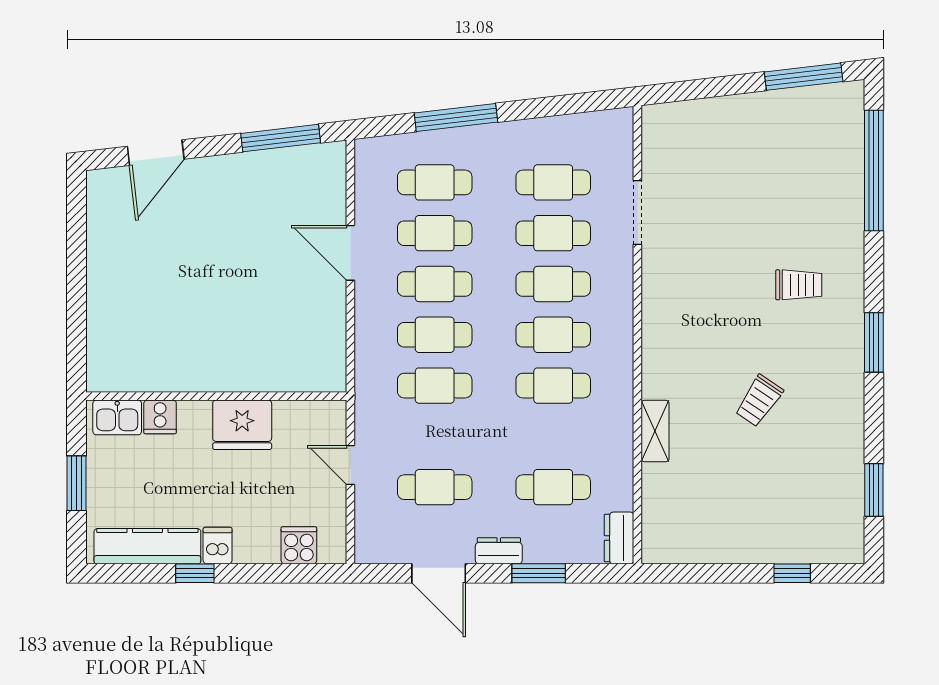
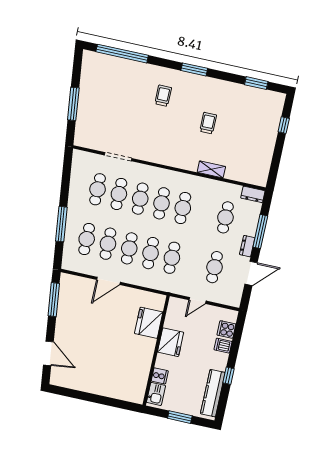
window: (804, 77) -> (73, 104), moved
fridge: (275, 365) -> (149, 323), added
trolley: (759, 401) -> (208, 123), turned -124
dishwasher: (218, 545) -> (223, 346), moved
window: (539, 573) -> (260, 231), width x1.44

